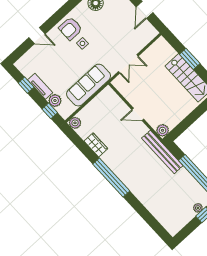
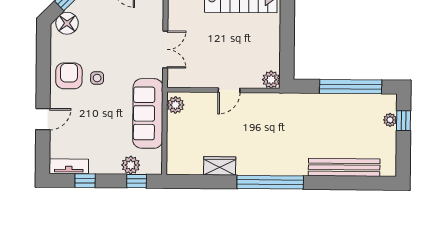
armchair: (70, 29) -> (69, 76), turned 180
tv unit: (40, 86) -> (69, 166), moved
plant: (75, 123) -> (175, 105), moved
bench: (162, 152) -> (344, 167), moved

